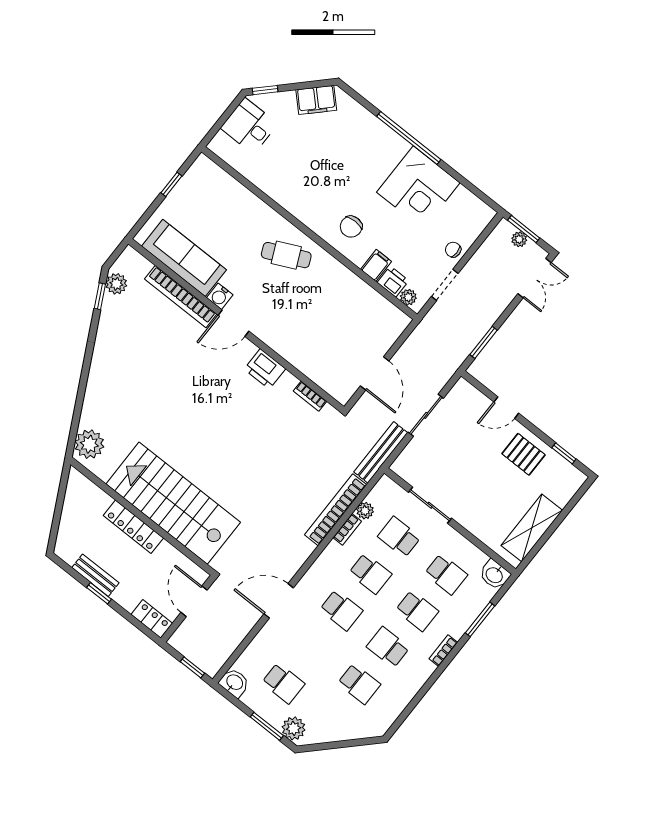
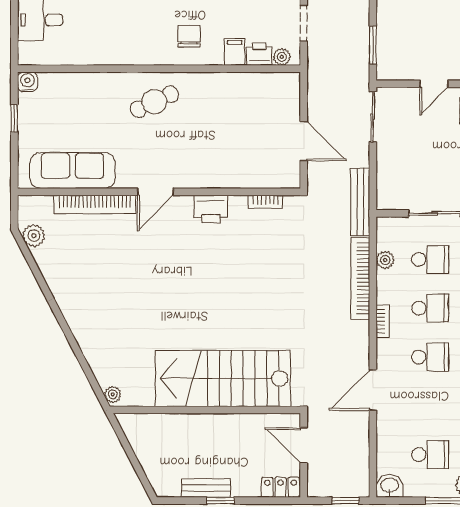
chair: (351, 227) -> (189, 36), turned 180
window: (100, 296) -> (28, 257), removed
water cooler: (220, 296) -> (27, 82), moved, turned 180
sliding door: (426, 415) -> (373, 117), moved
plant: (89, 444) -> (113, 394), width x0.53, depth x0.53
locker: (133, 527) -> (206, 424), removed
bookcase: (347, 529) -> (383, 321), moved
school desk: (399, 537) -> (430, 259), turned 180

